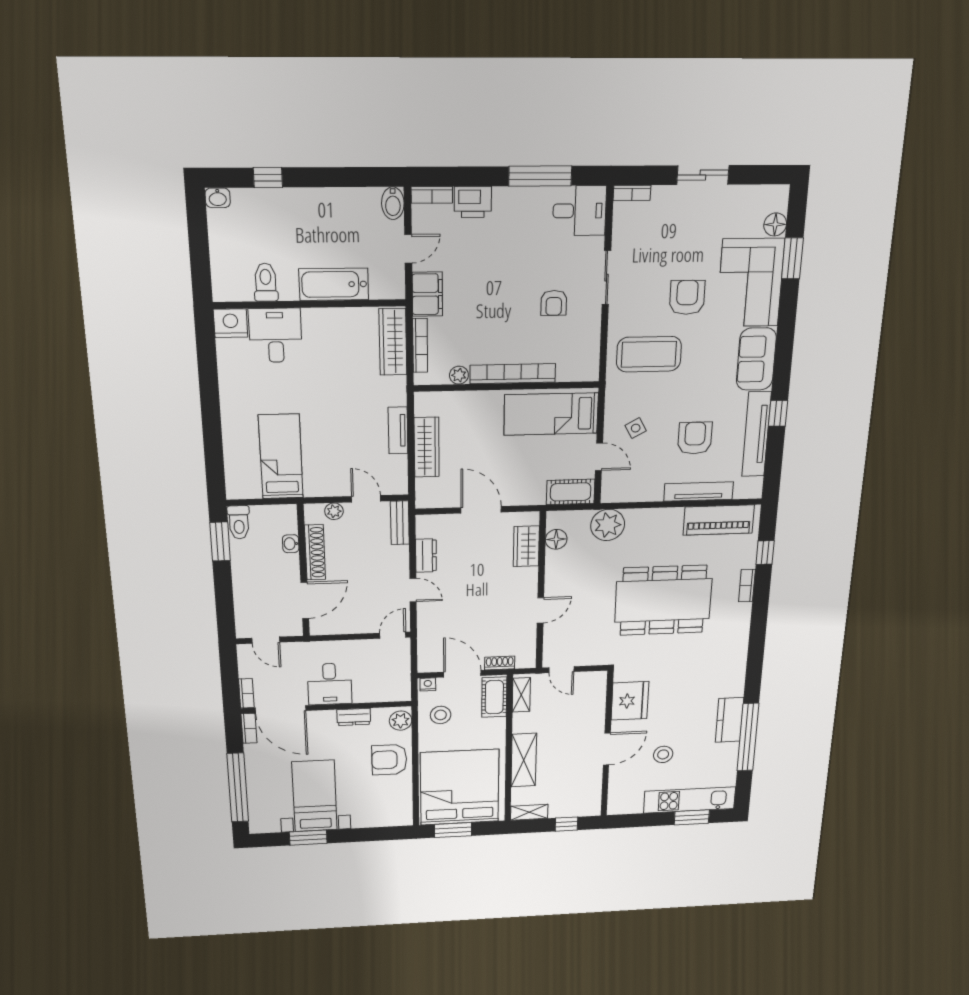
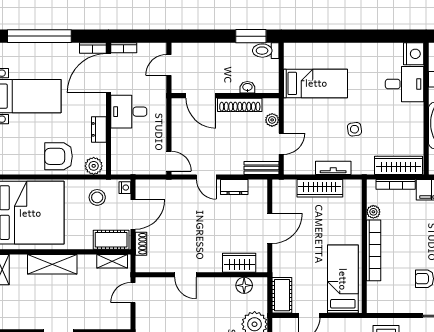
side table: (343, 403) -> (354, 129), added
door: (413, 590) -> (206, 177), hinge flipped
armchair: (389, 760) -> (59, 156), turned -90

